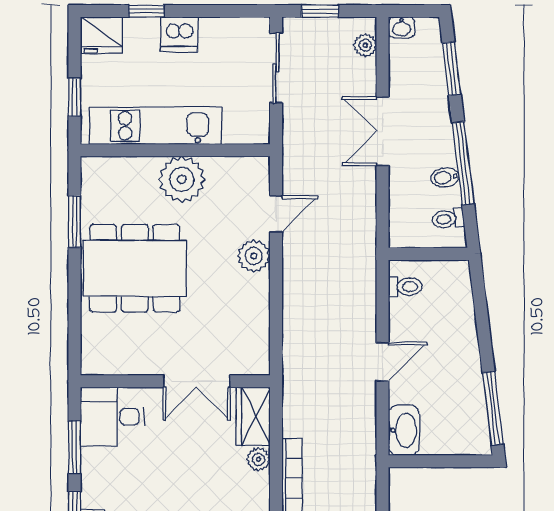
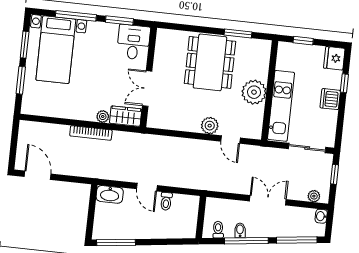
window: (452, 69) -> (297, 240), width x1.44
kitchen unit: (156, 126) -> (281, 106), moved
toilet: (405, 287) -> (166, 201), moved

